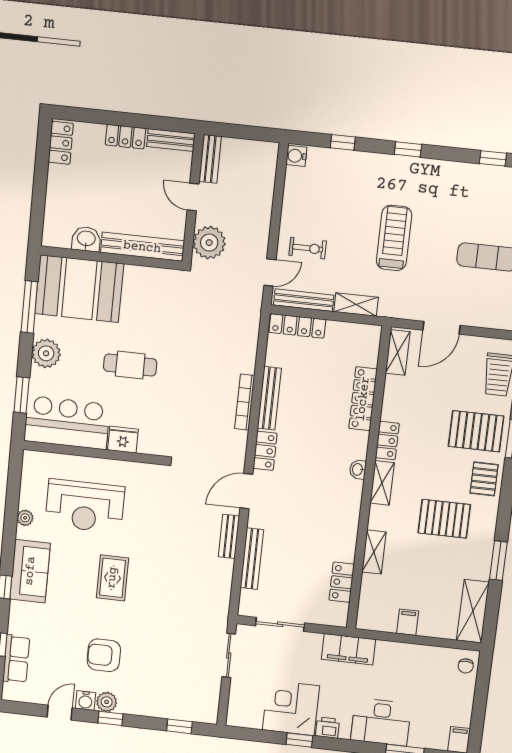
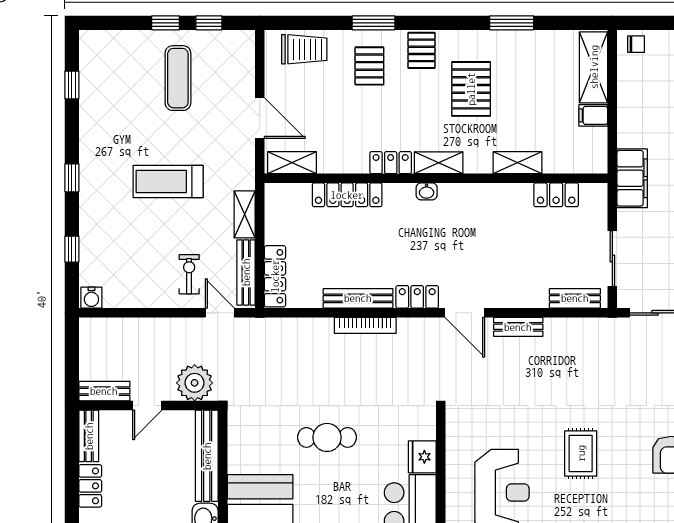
cafe table: (130, 365) -> (327, 437), moved, turned 90
pallet: (476, 431) -> (369, 66), width x0.67, depth x0.71
pallet: (484, 479) -> (421, 50), turned 90
bench: (252, 559) -> (575, 298), moved, width x0.73
rug: (112, 578) -> (581, 453), turned 90
shelving: (473, 611) -> (594, 67), moved, turned 90

